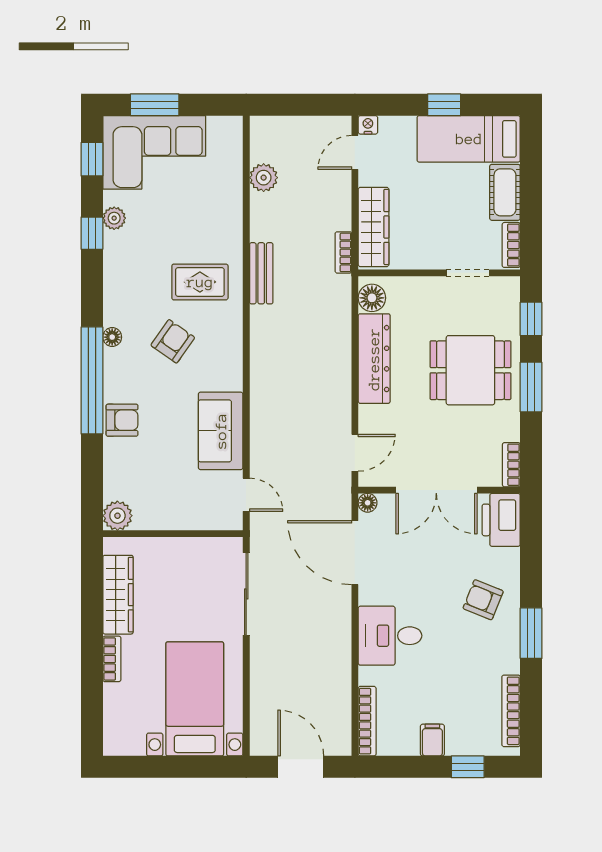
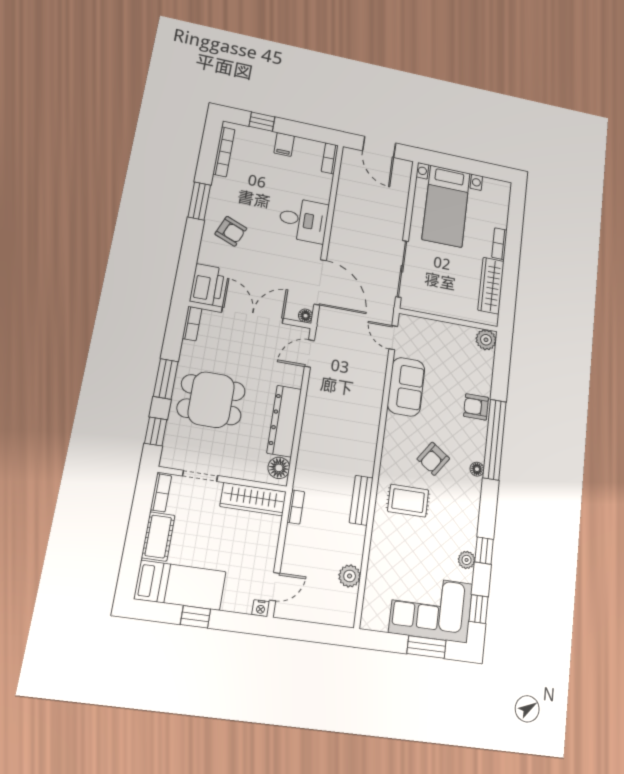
wardrobe: (374, 227) -> (253, 499), moved, turned -90
bookcase: (367, 721) -> (330, 158), width x0.64

